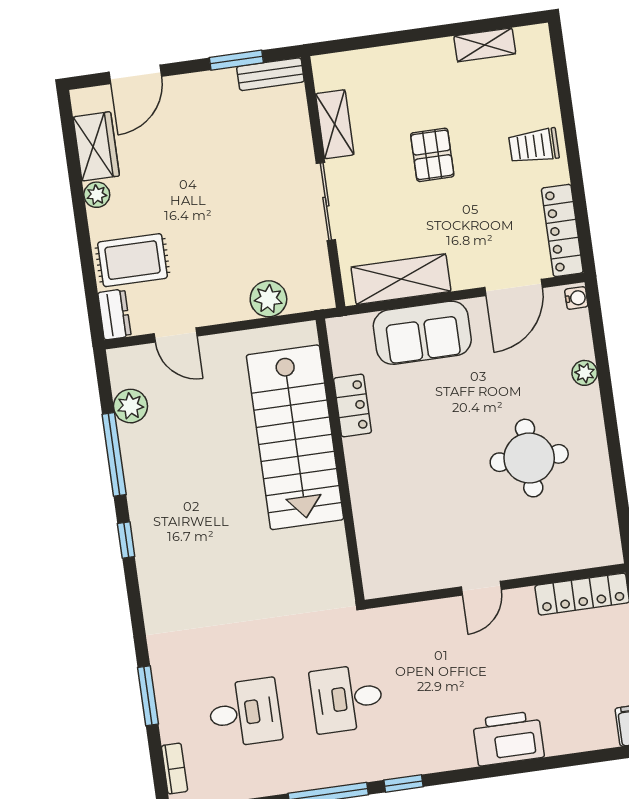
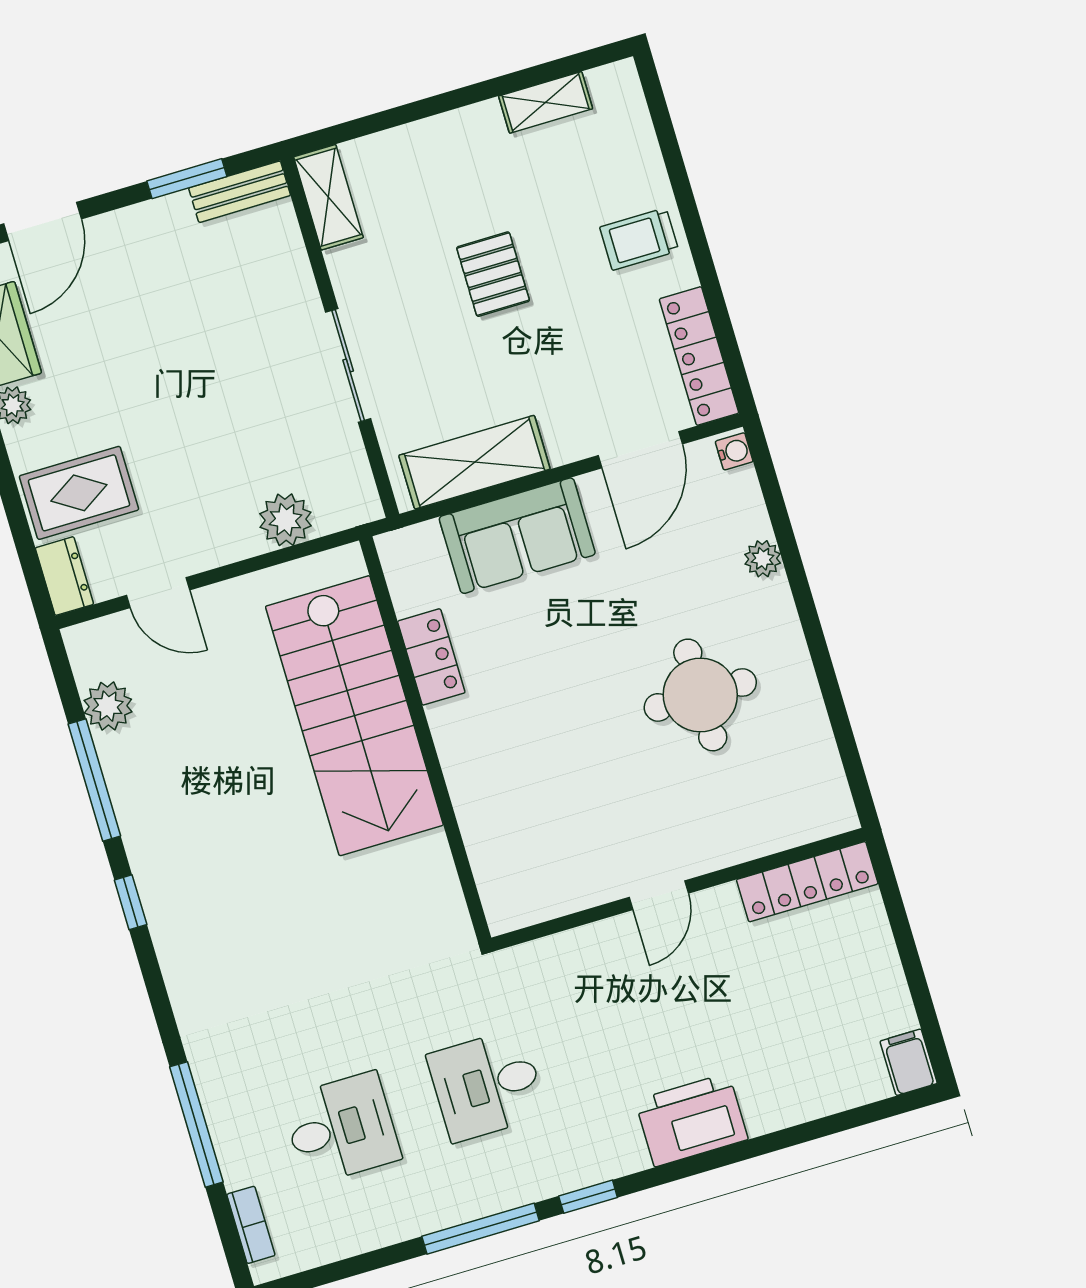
shelving: (335, 124) -> (328, 197), moved
window: (148, 696) -> (196, 1124), width x1.44
printer: (508, 738) -> (691, 1120), moved

